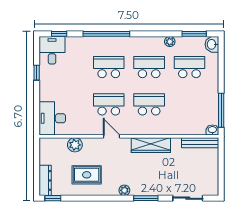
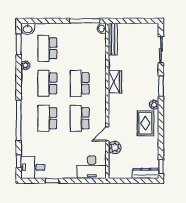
door: (111, 136) -> (107, 134), moved
wardrobe: (151, 145) -> (115, 82), width x0.67
rug: (87, 175) -> (145, 123), moved

